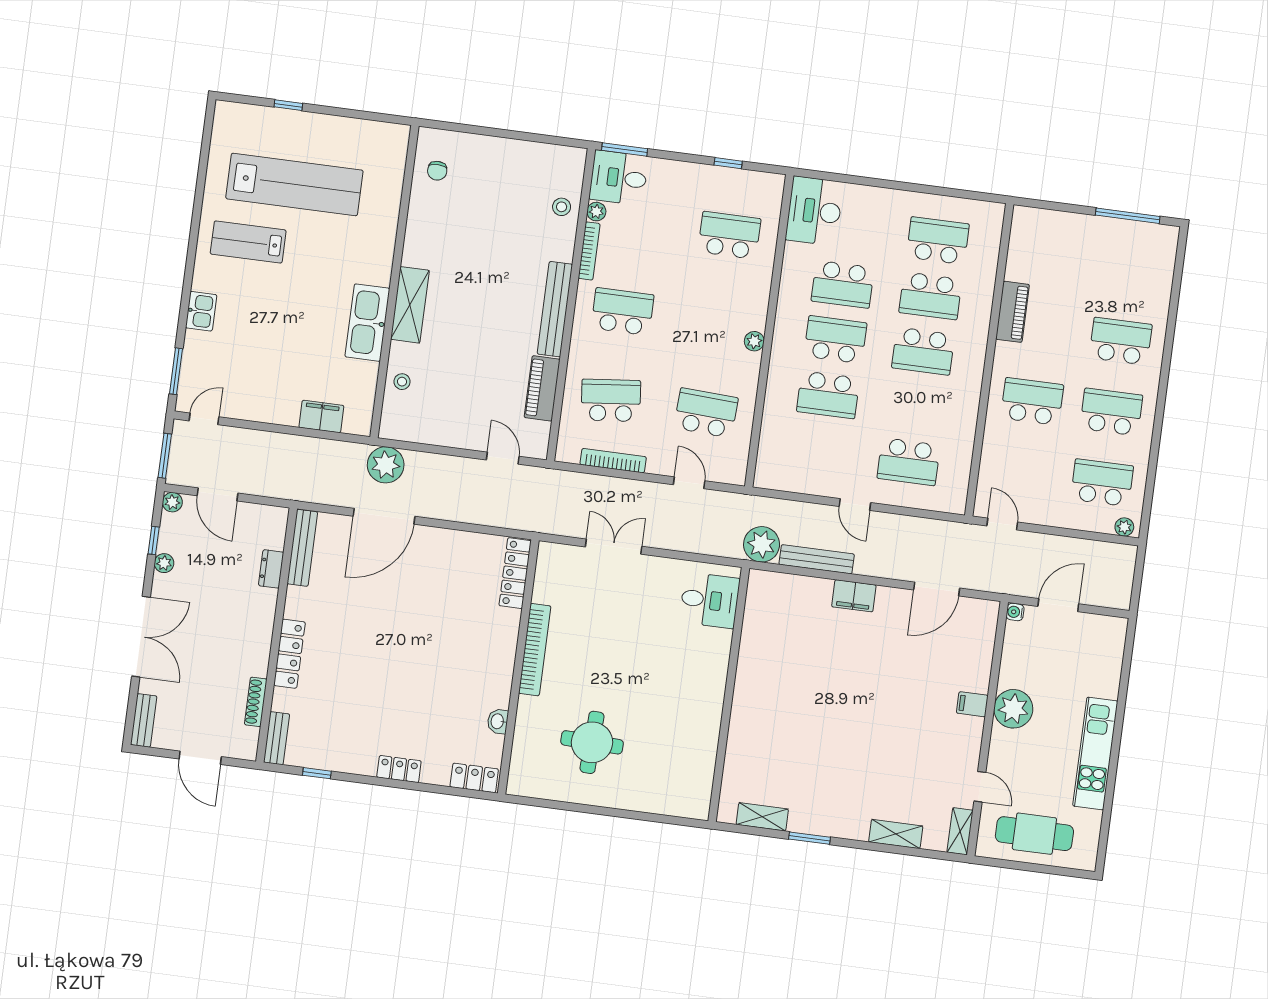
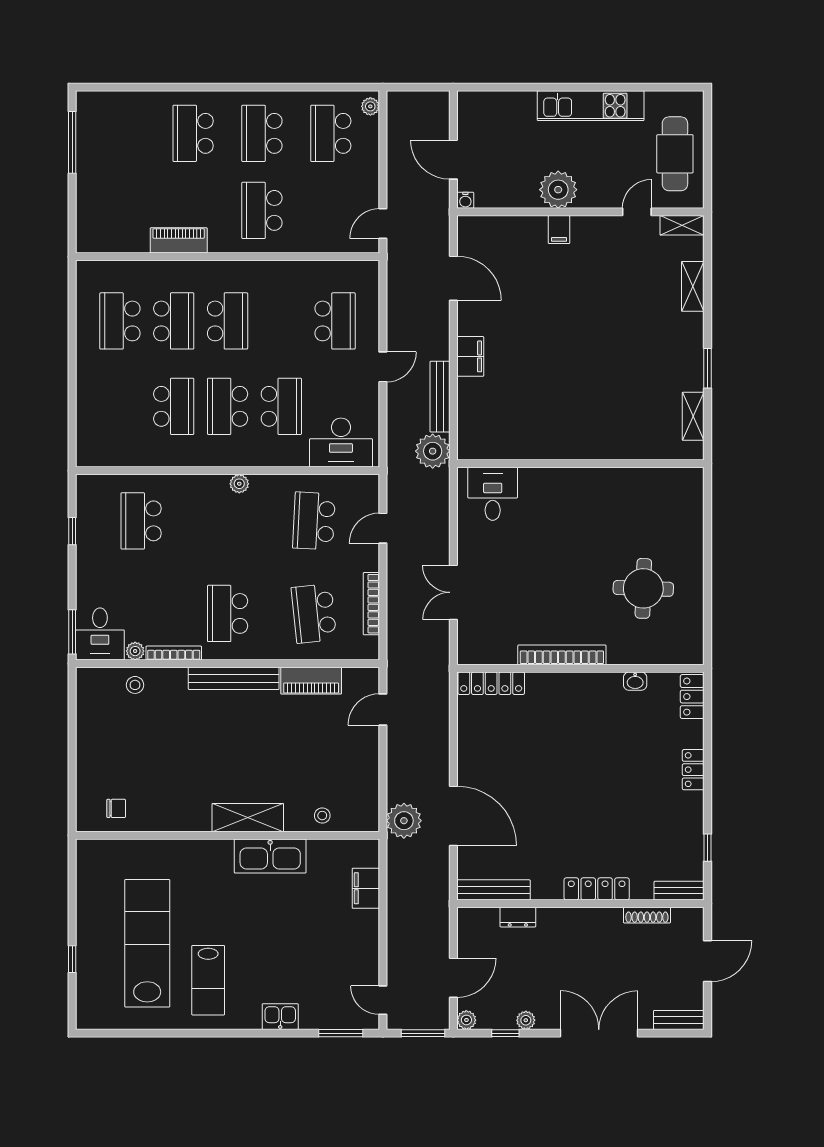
desk: (814, 211) -> (341, 443), moved

